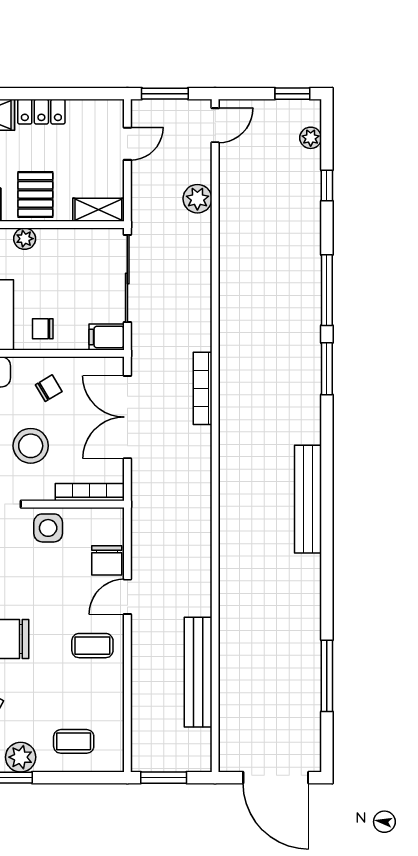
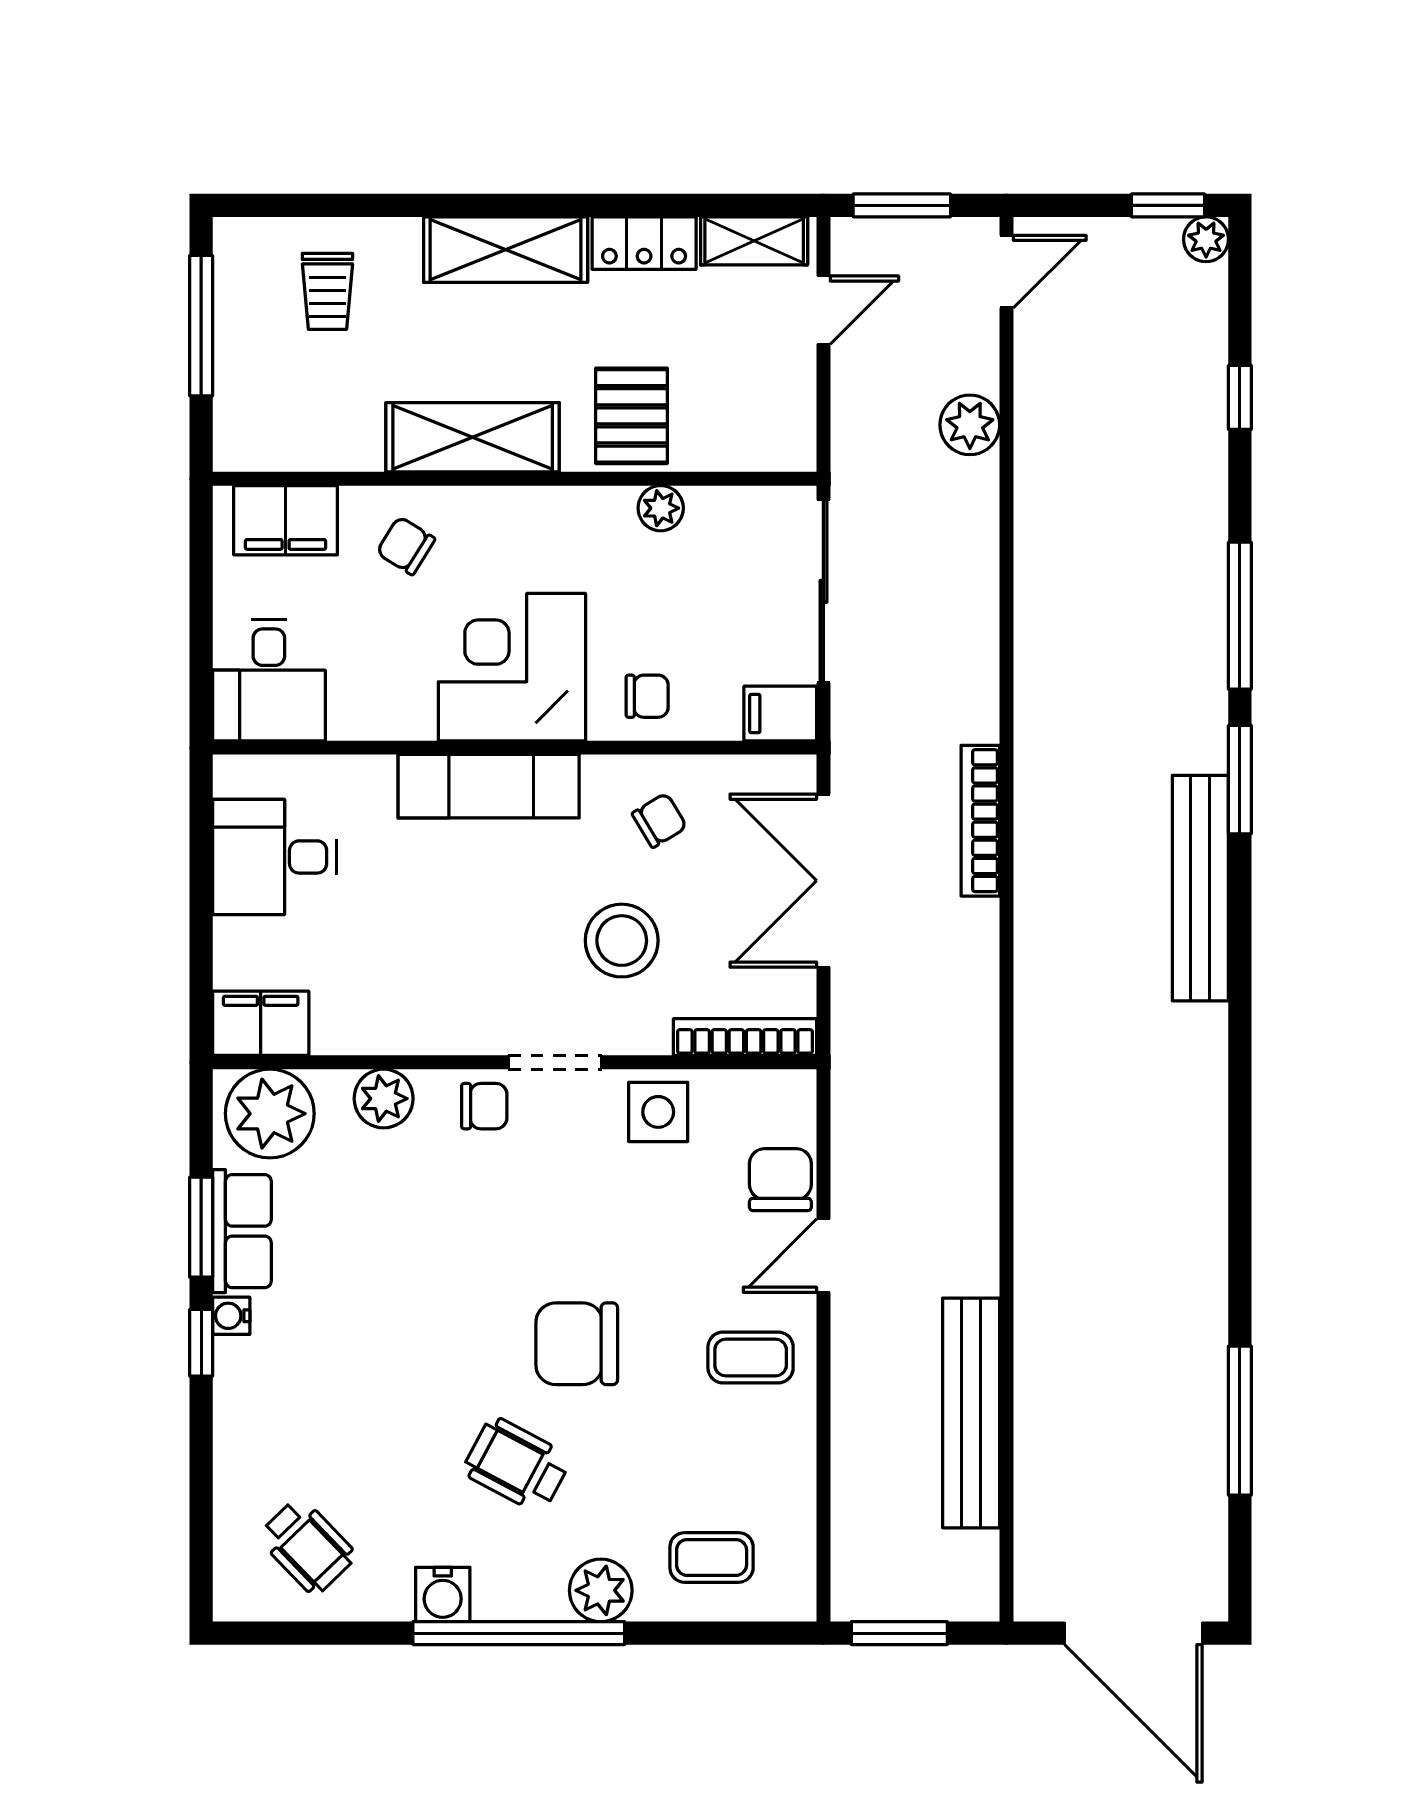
plant: (311, 138) -> (1206, 239), moved
shelving: (98, 210) -> (754, 241), moved
plant: (25, 239) -> (661, 508), moved
chair: (43, 329) -> (647, 696), turned 180
bench: (308, 499) -> (1200, 888), moved
chair: (107, 560) -> (780, 1180), turned 180

